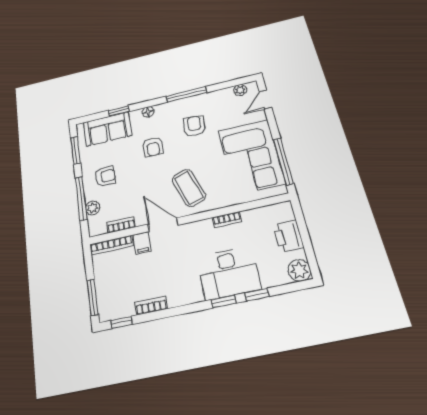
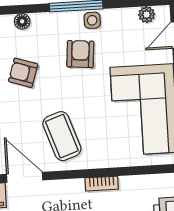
side table: (200, 102) -> (92, 20), added
armchair: (153, 147) -> (23, 73), turned 108

